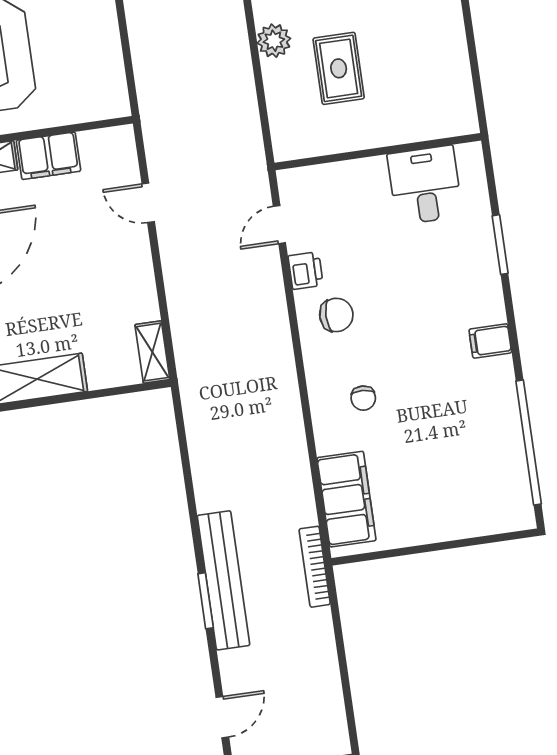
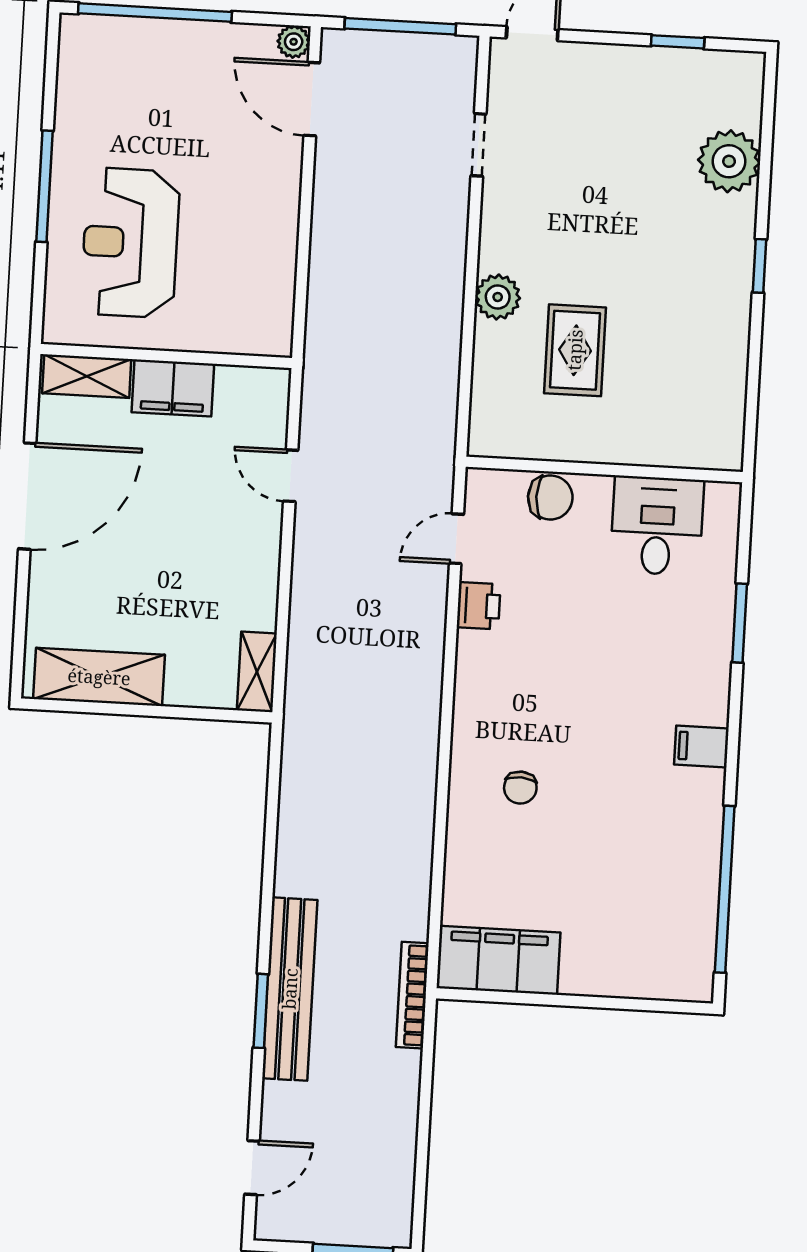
chair: (336, 315) -> (550, 497), moved
filing cabinet: (347, 499) -> (498, 960), moved, turned -90

